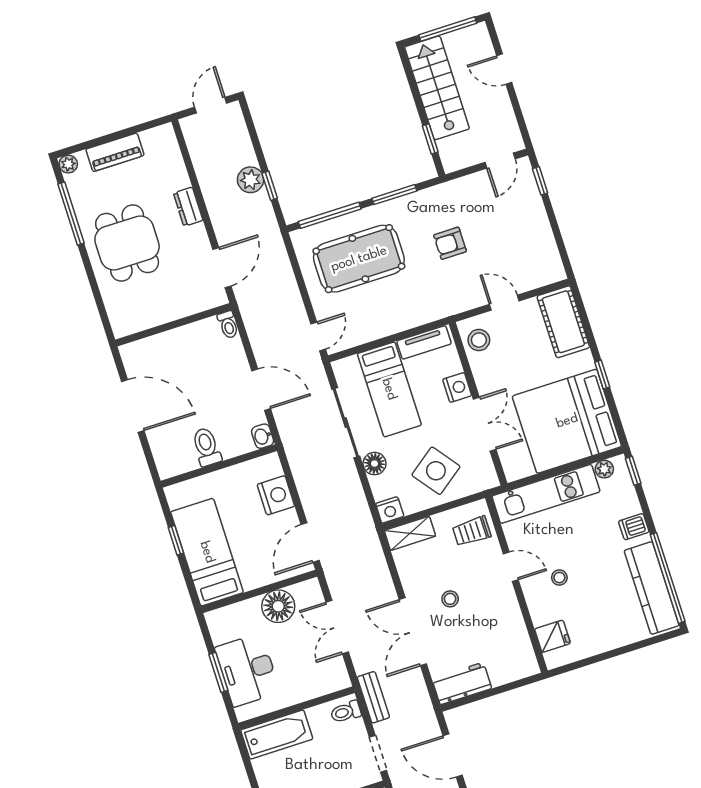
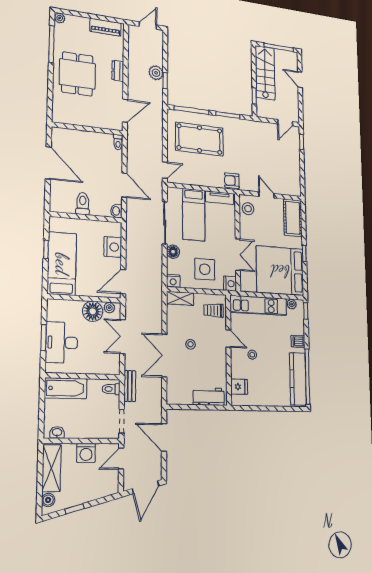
piano: (115, 152) -> (105, 27), moved
armchair: (450, 243) -> (232, 181), moved
nightstand: (457, 387) -> (230, 284), moved
side table: (436, 471) -> (205, 269), turned 37
plant: (302, 591) -> (109, 308), added
workbench: (462, 684) -> (209, 397), moved

